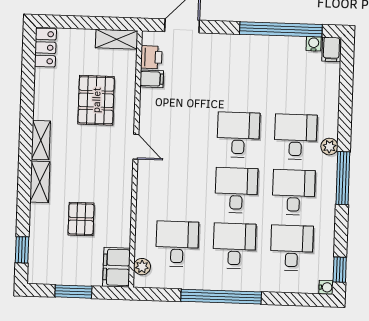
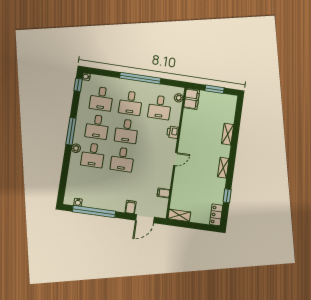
filing cabinet: (331, 49) -> (131, 207), moved
printer: (151, 57) -> (173, 132), moved
pallet: (96, 100) -> (193, 185), removed
door: (136, 147) -> (175, 159), swing flipped
shelving: (40, 182) -> (228, 134), moved
pallet: (81, 219) -> (207, 125), removed
window: (22, 250) -> (227, 196), moved

